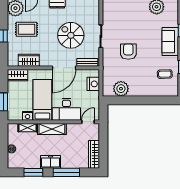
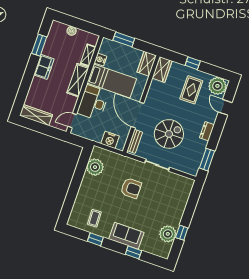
wardrobe: (29, 60) -> (162, 69), moved
door: (88, 122) -> (72, 121), swing flipped
window: (66, 172) -> (27, 80), removed

